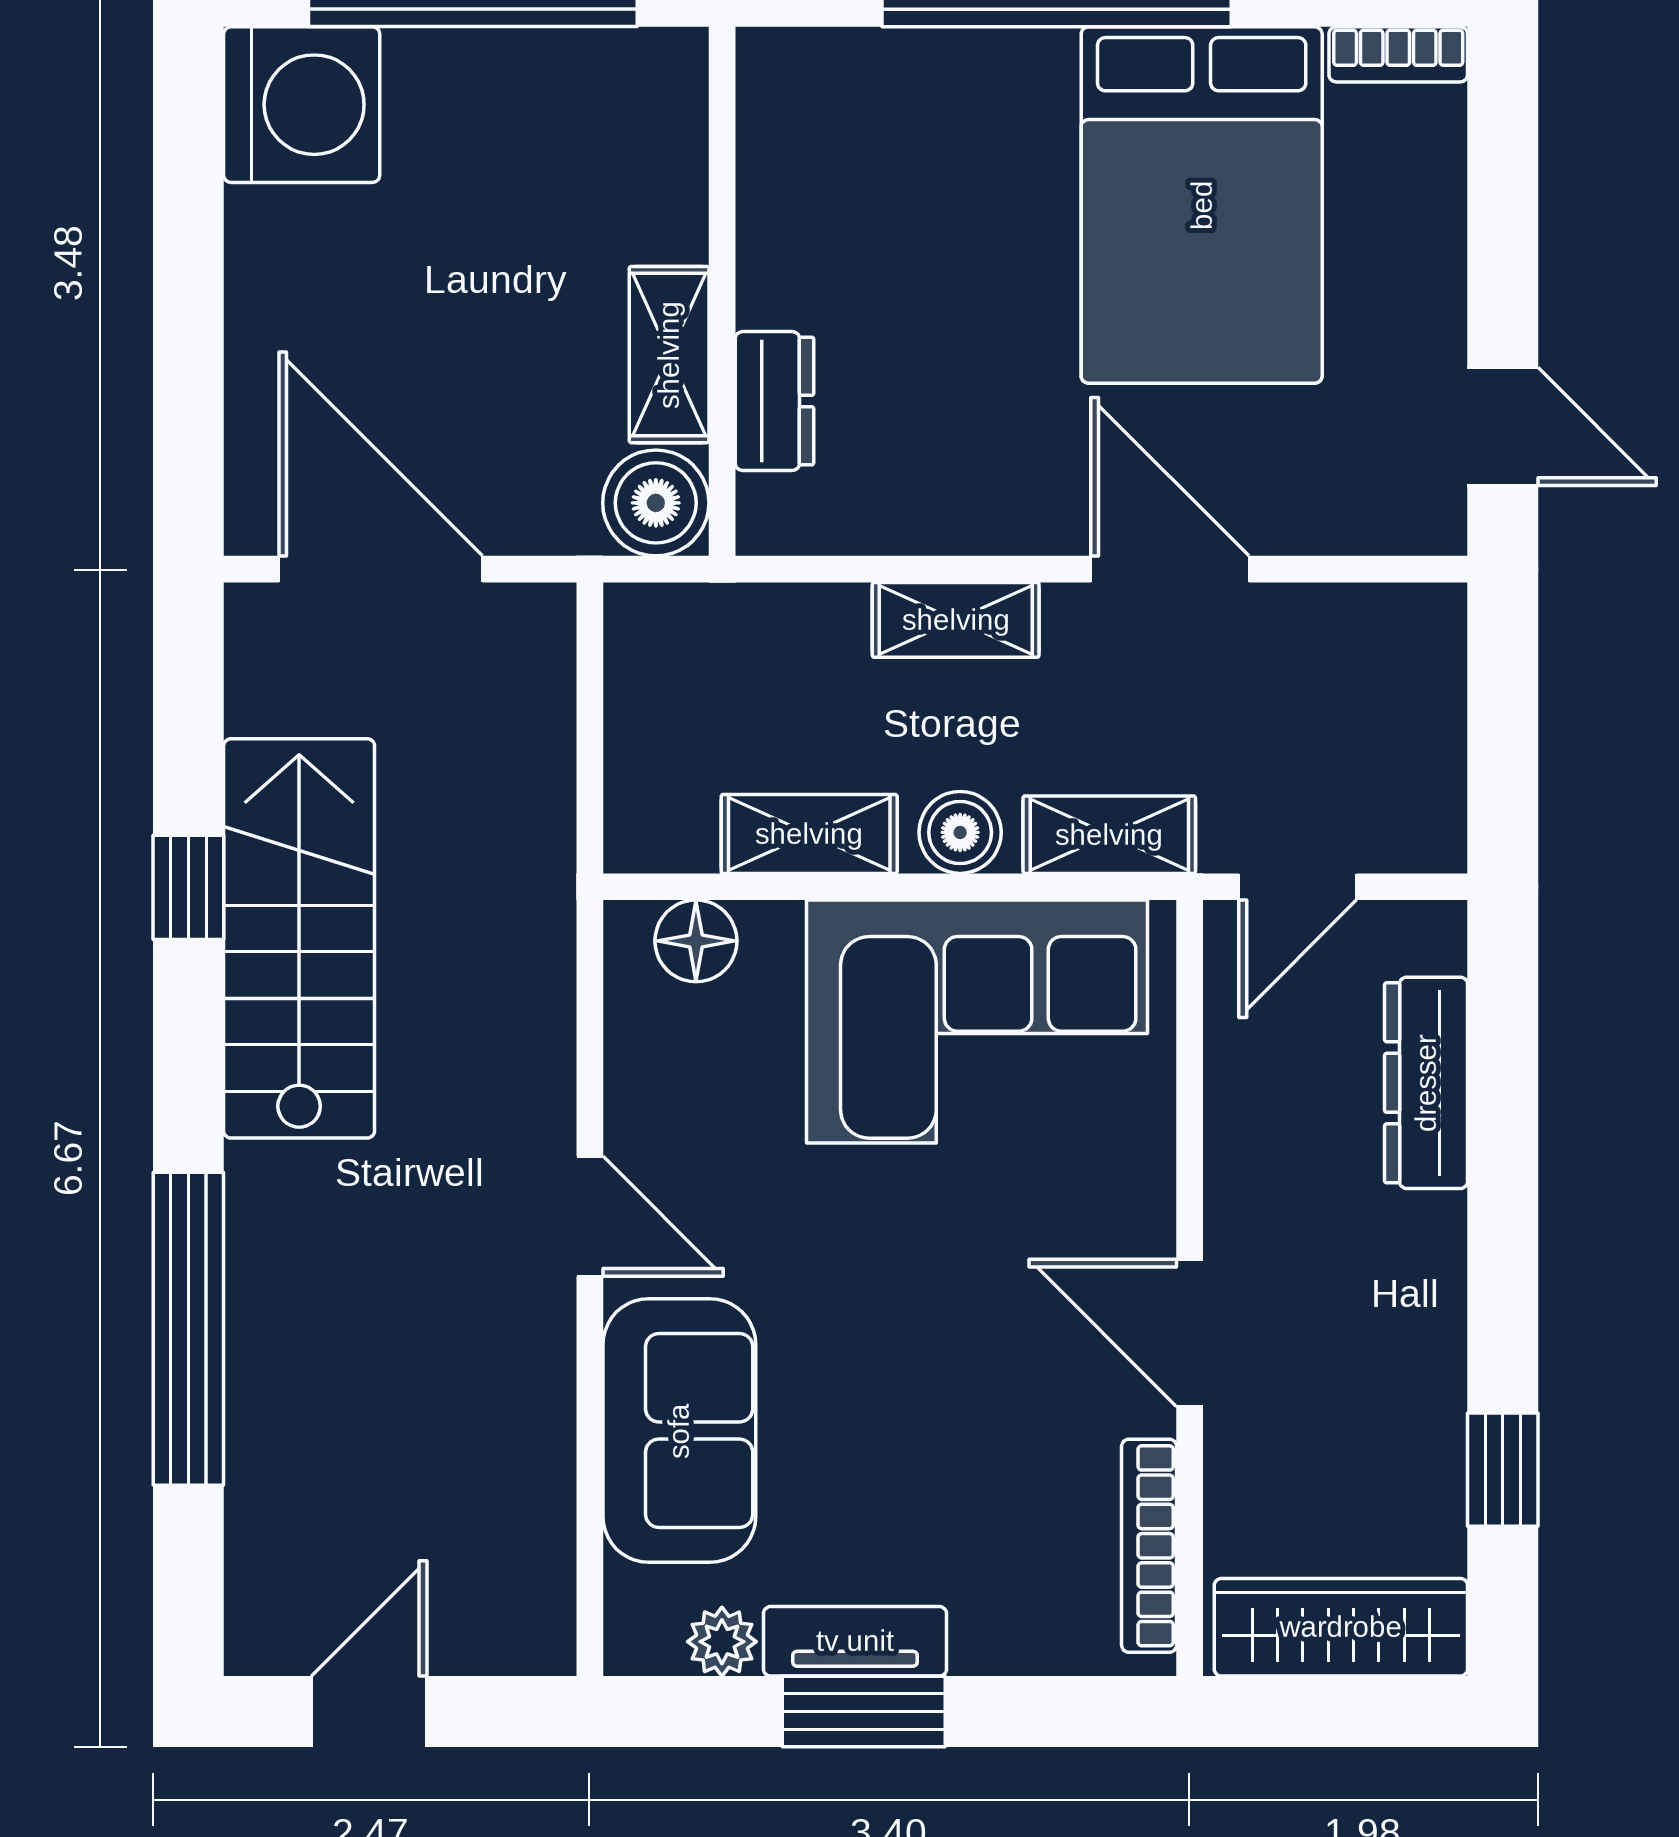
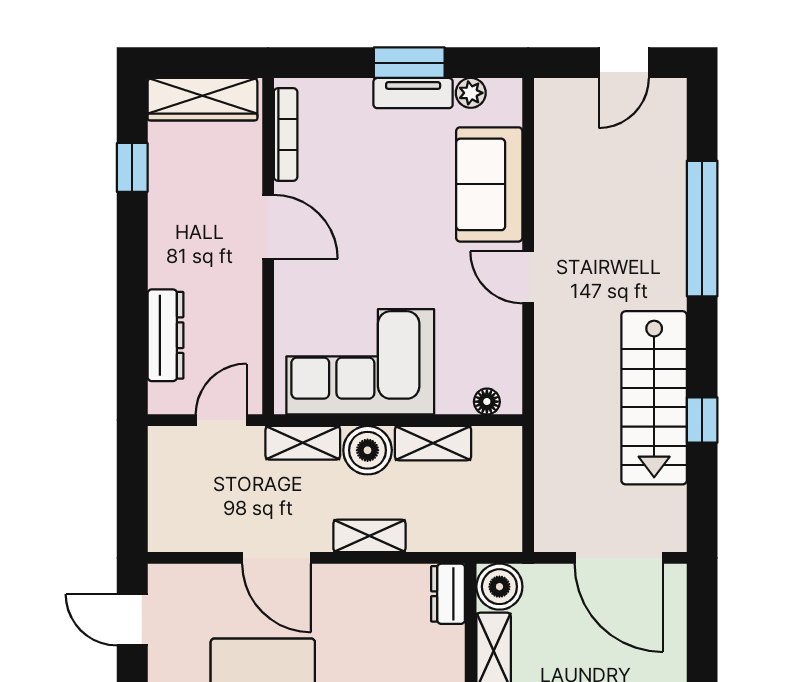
dresser: (774, 401) -> (448, 594), moved
boiler: (960, 832) -> (368, 450), width x1.36, depth x1.36
floor lamp: (696, 941) -> (487, 402), width x0.73, depth x0.73

